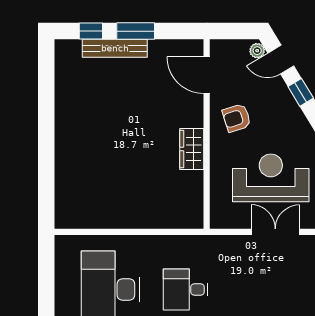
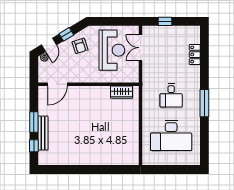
armchair: (237, 118) -> (80, 46), moved
wardrobe: (192, 149) -> (121, 92), moved
reception desk: (271, 178) -> (112, 50), turned 180

